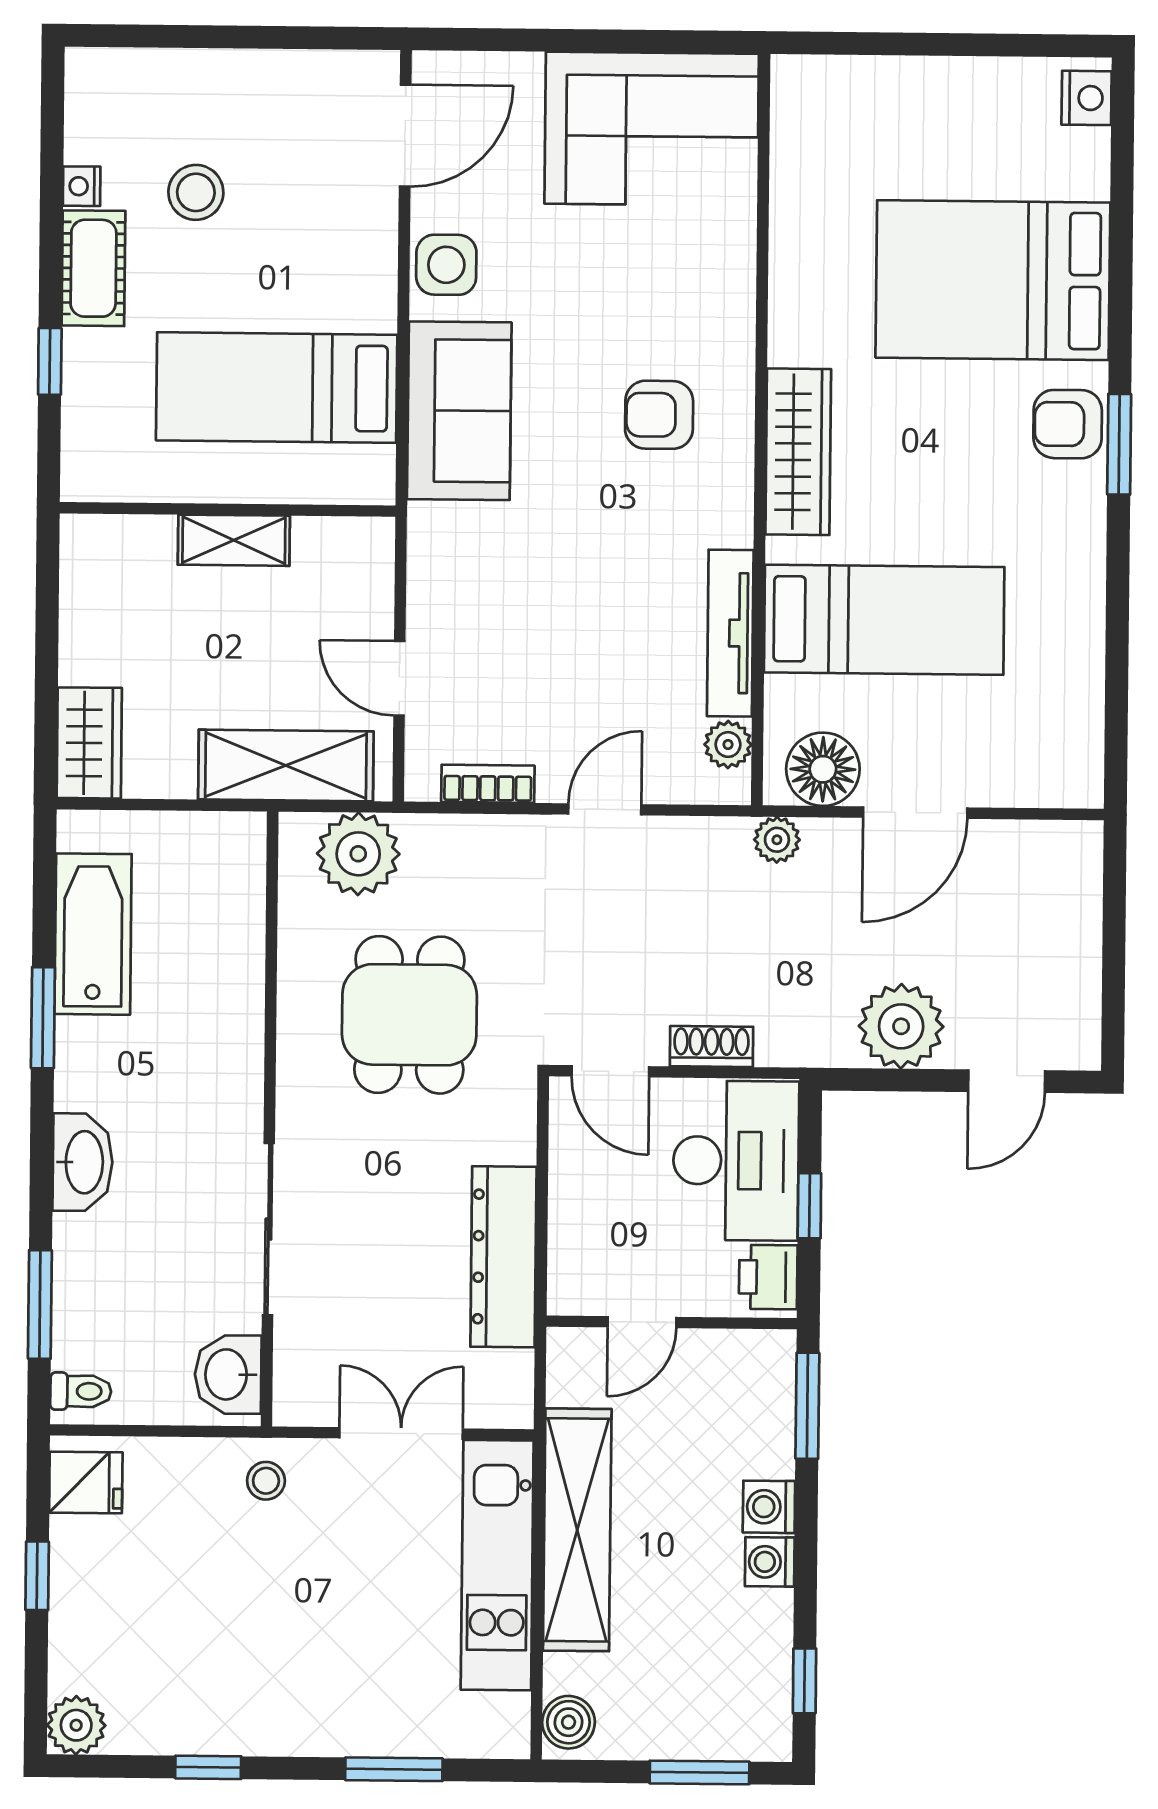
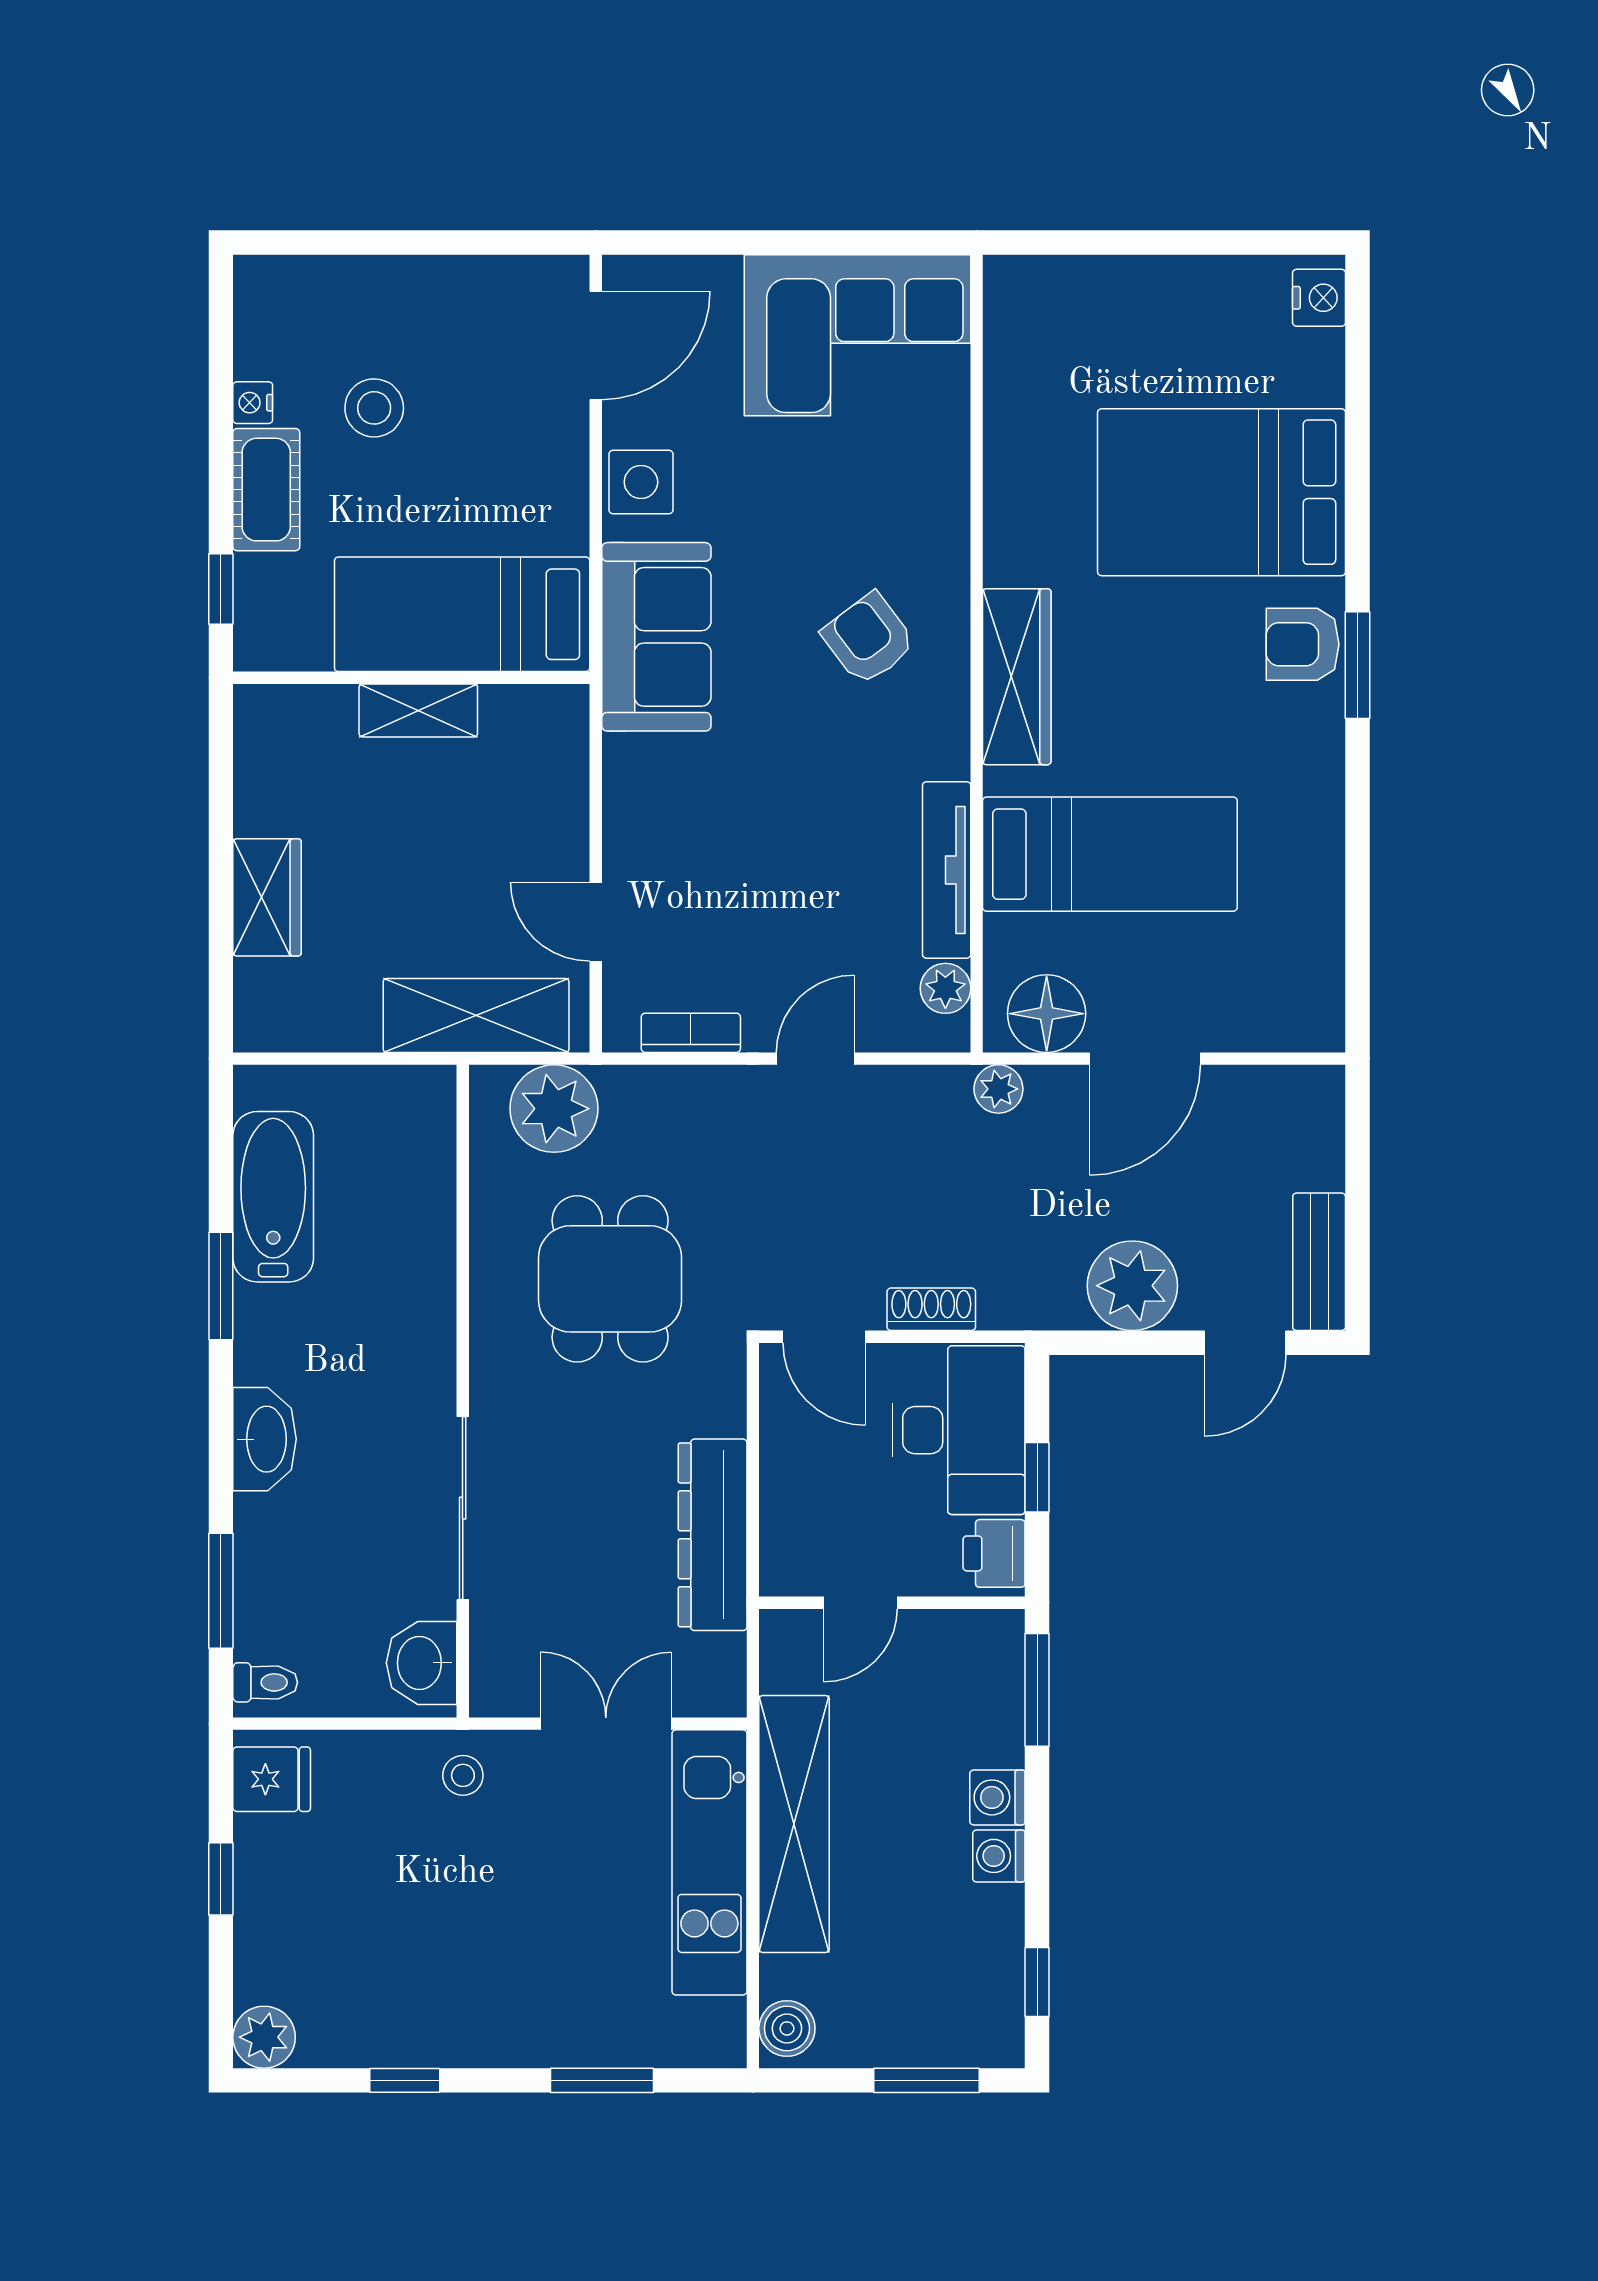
armchair: (659, 415) -> (869, 639), turned 53
wall: (228, 509) -> (411, 678), moved
shelving: (234, 540) -> (418, 710), moved
wardrobe: (89, 743) -> (267, 897), moved
bench: (1077, 1006) -> (1319, 1262), added

